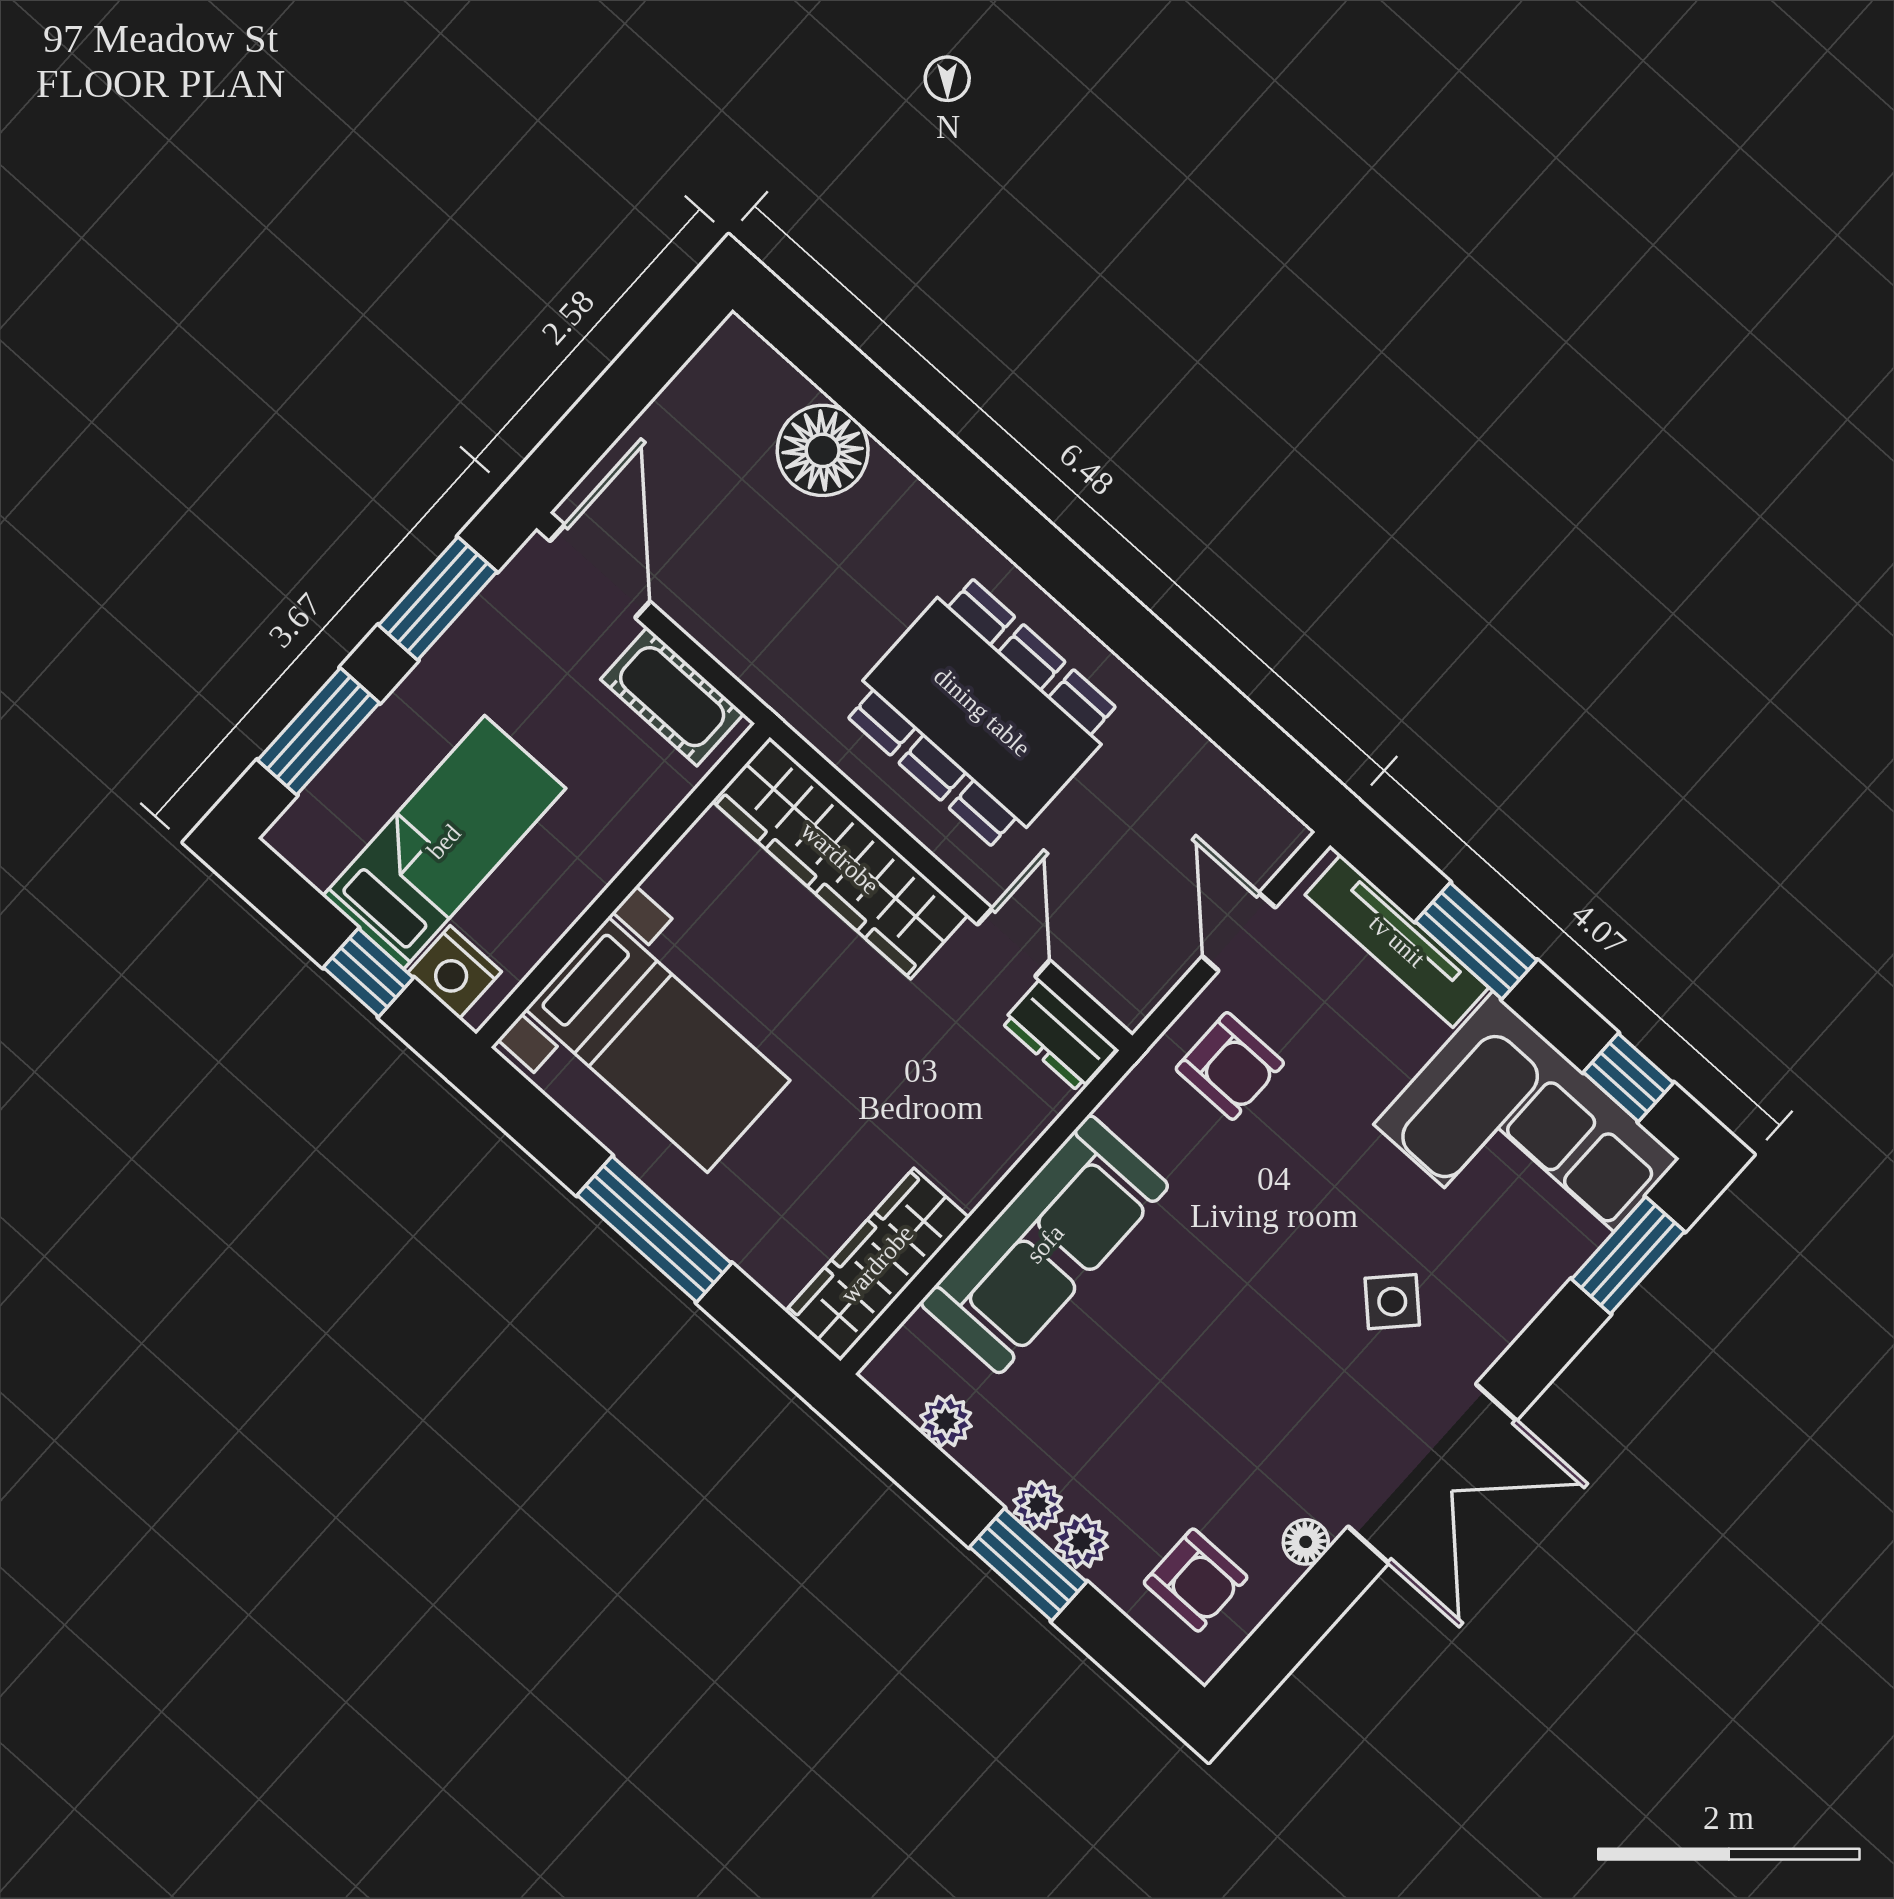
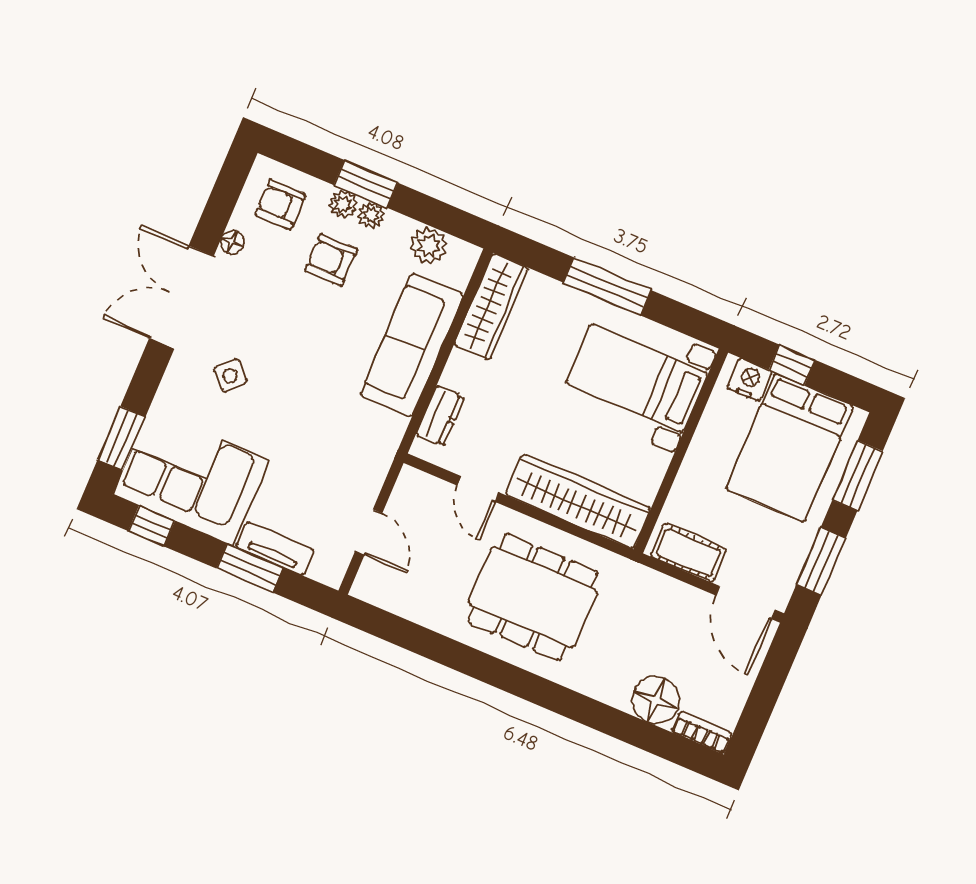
bookcase: (760, 363) -> (702, 733), added
bed: (444, 842) -> (790, 448), width x1.50
tv unit: (1397, 941) -> (275, 549), width x0.71
dresser: (1059, 1036) -> (440, 416), moved, turned 90
armchair: (1230, 1066) -> (331, 260), moved
plant: (946, 1421) -> (429, 246), width x1.38, depth x1.38

